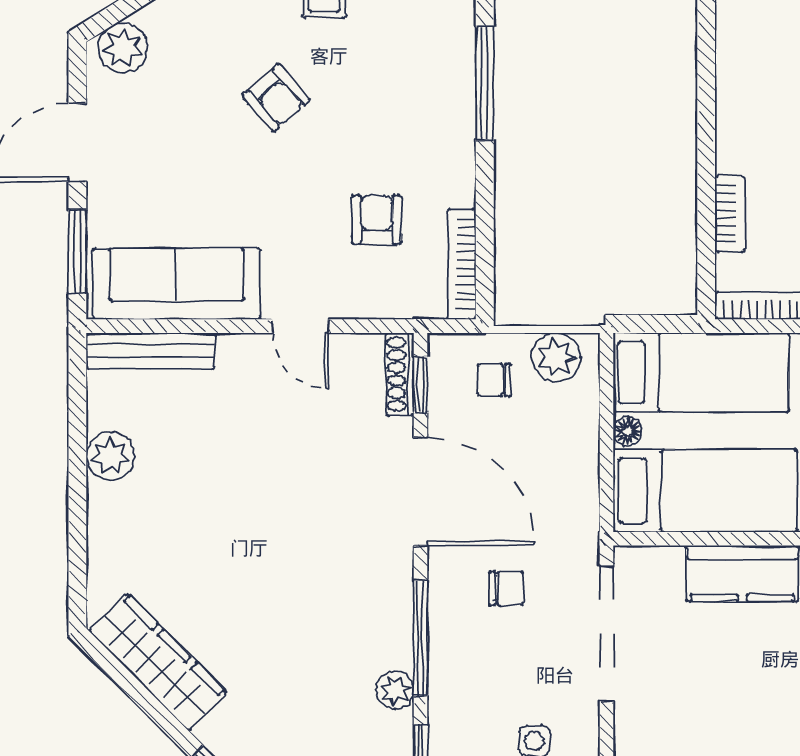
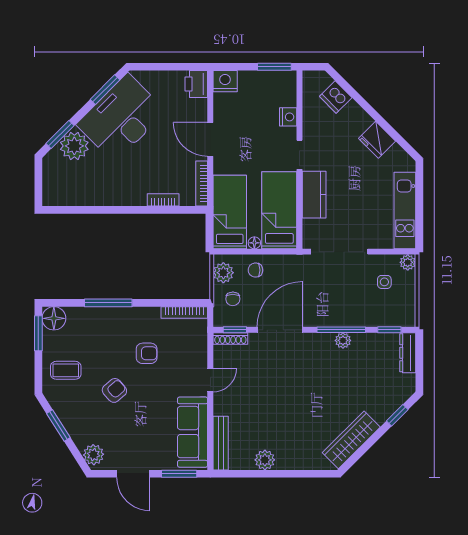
armchair: (377, 220) -> (147, 353), moved, turned 180
chair: (506, 588) -> (255, 270), moved, turned -90
plant: (395, 690) -> (343, 340), moved

